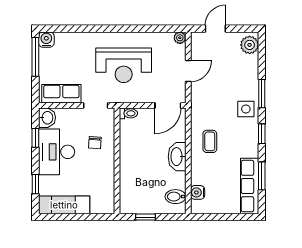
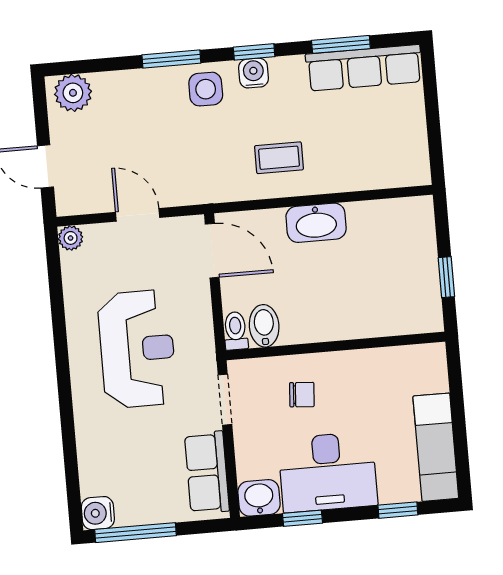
water cooler: (198, 192) -> (254, 73), moved, turned 180
bidet: (175, 197) -> (264, 326), moved, turned 180

